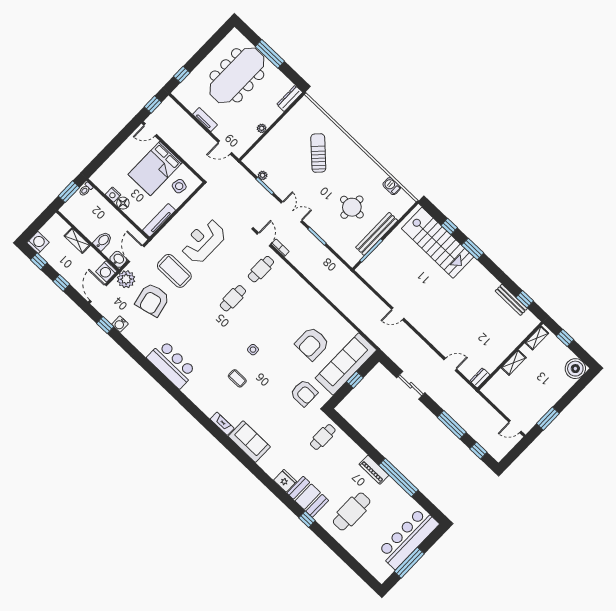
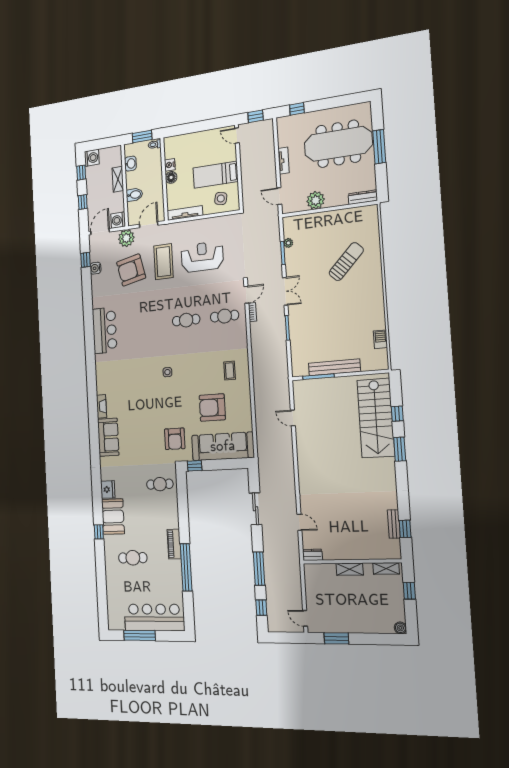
plant: (262, 128) -> (316, 200), width x1.88, depth x1.88
bed: (155, 169) -> (216, 175), width x0.67
round table: (352, 207) -> (334, 329), removed
washbasin: (118, 259) -> (130, 164), moved
bench: (511, 300) -> (394, 524), width x0.73
door: (398, 314) -> (293, 418), moved
boiler: (575, 369) -> (400, 628), width x0.54, depth x0.54
coffee table: (237, 378) -> (230, 371), moved
window: (355, 380) -> (195, 466), moved
cafe table: (352, 511) -> (133, 558), width x0.73, depth x0.74

